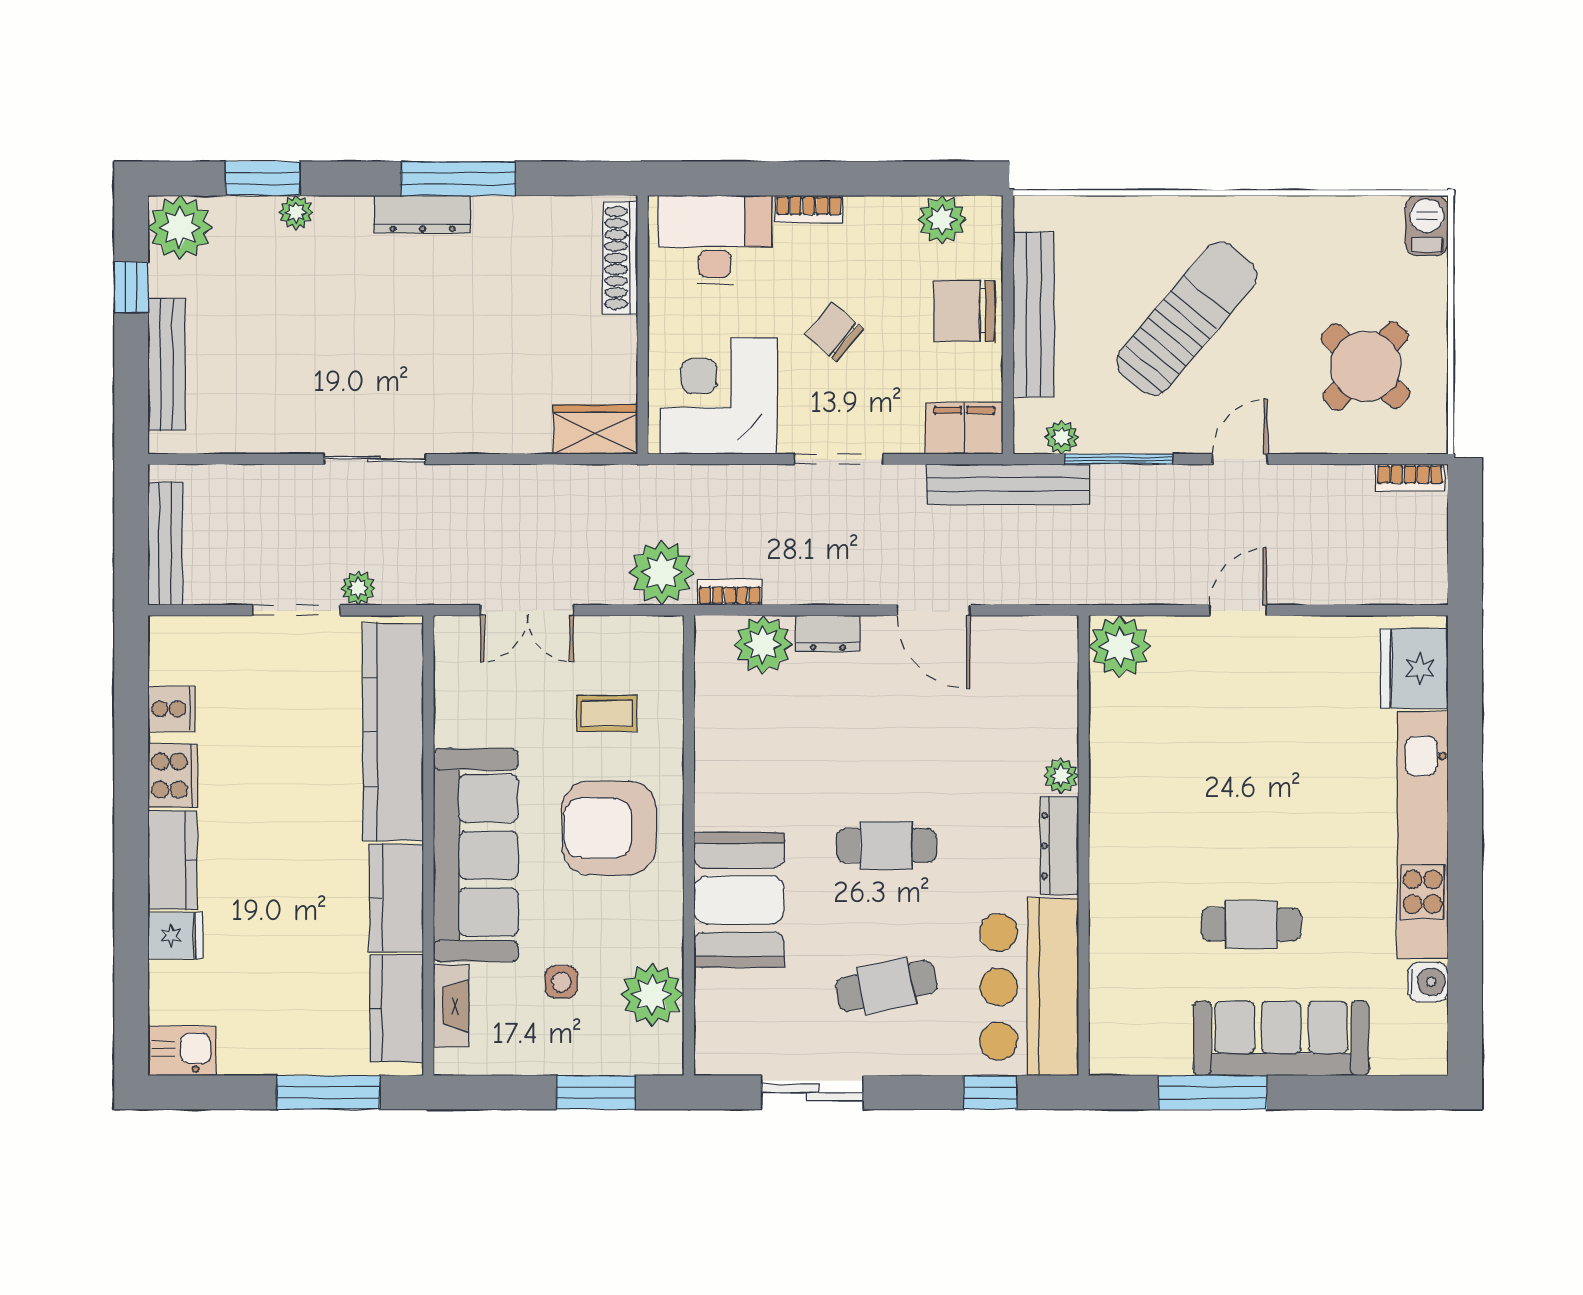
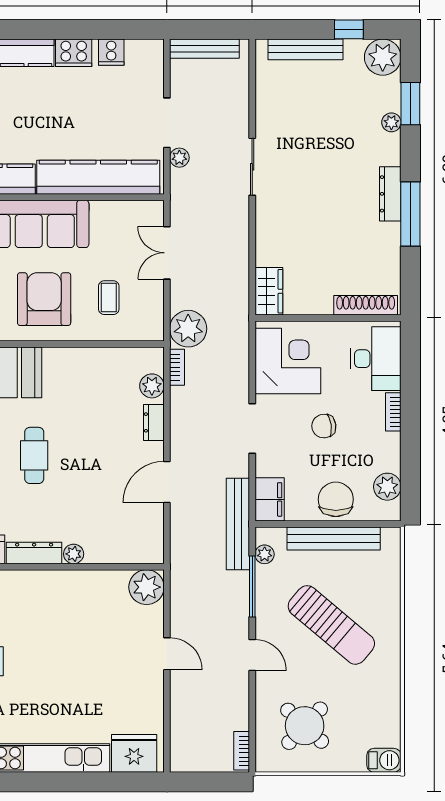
chair: (834, 332) -> (324, 426), turned -138
plant: (763, 645) -> (152, 386), width x0.73, depth x0.73

